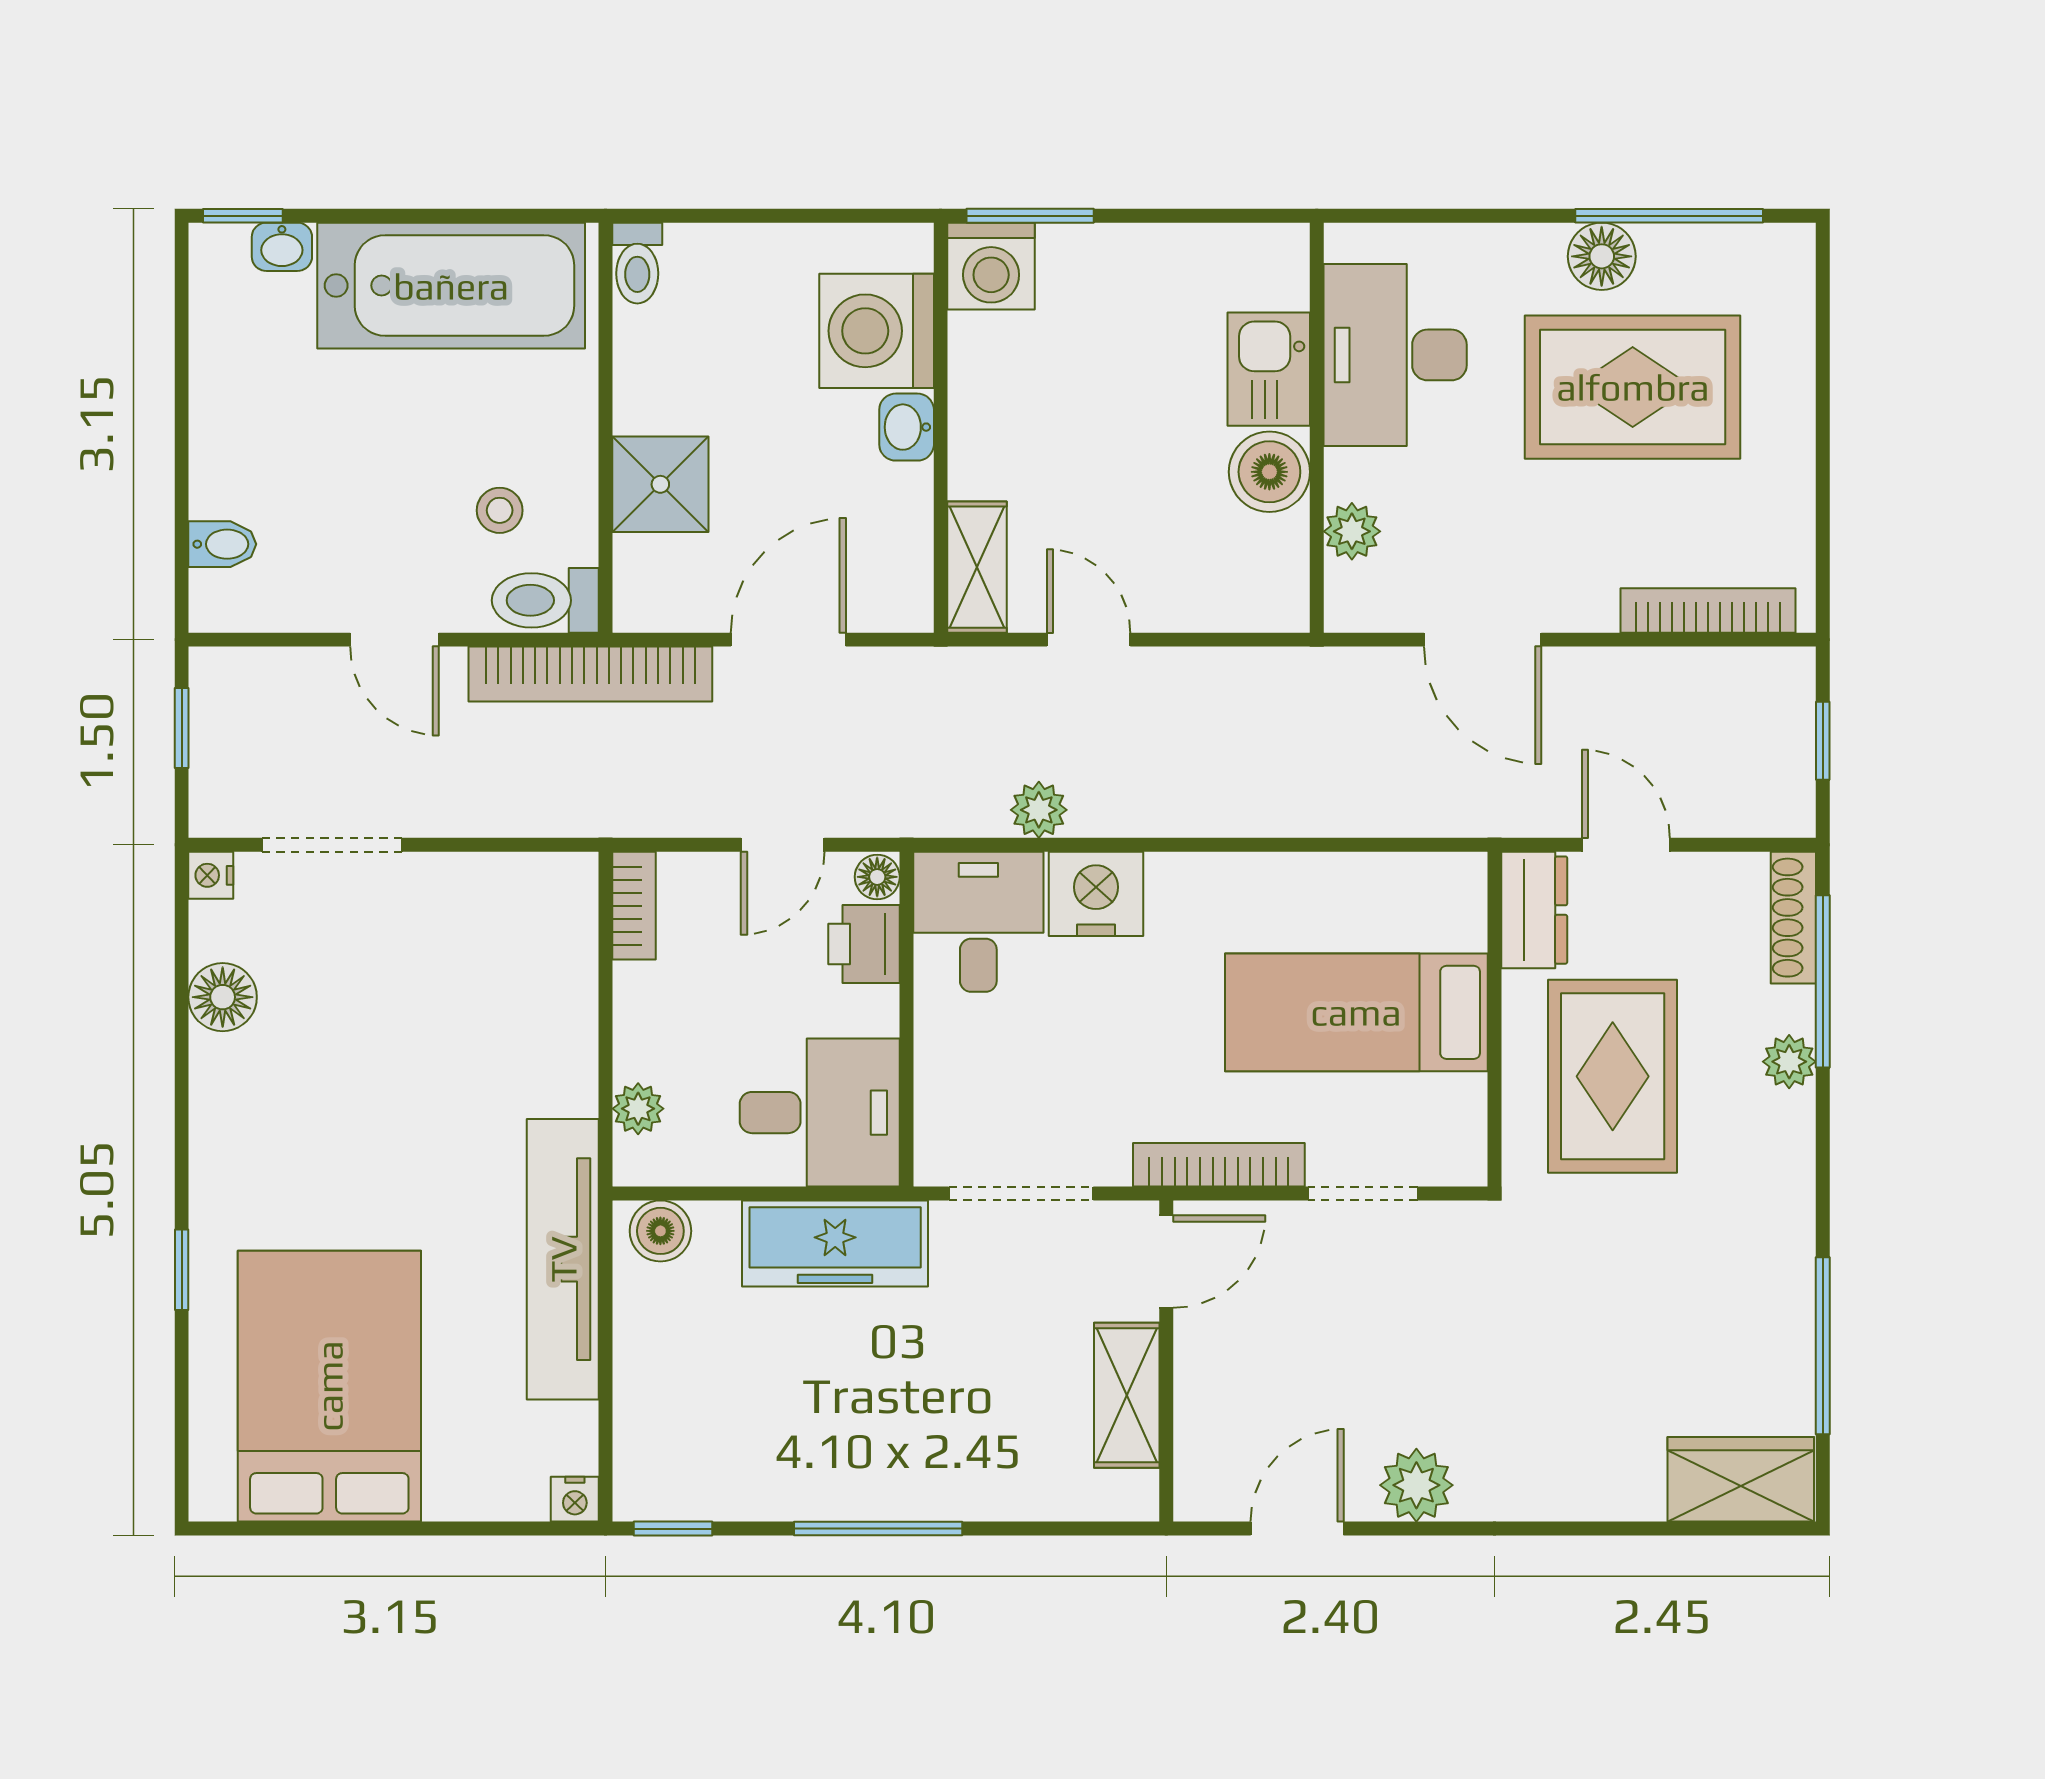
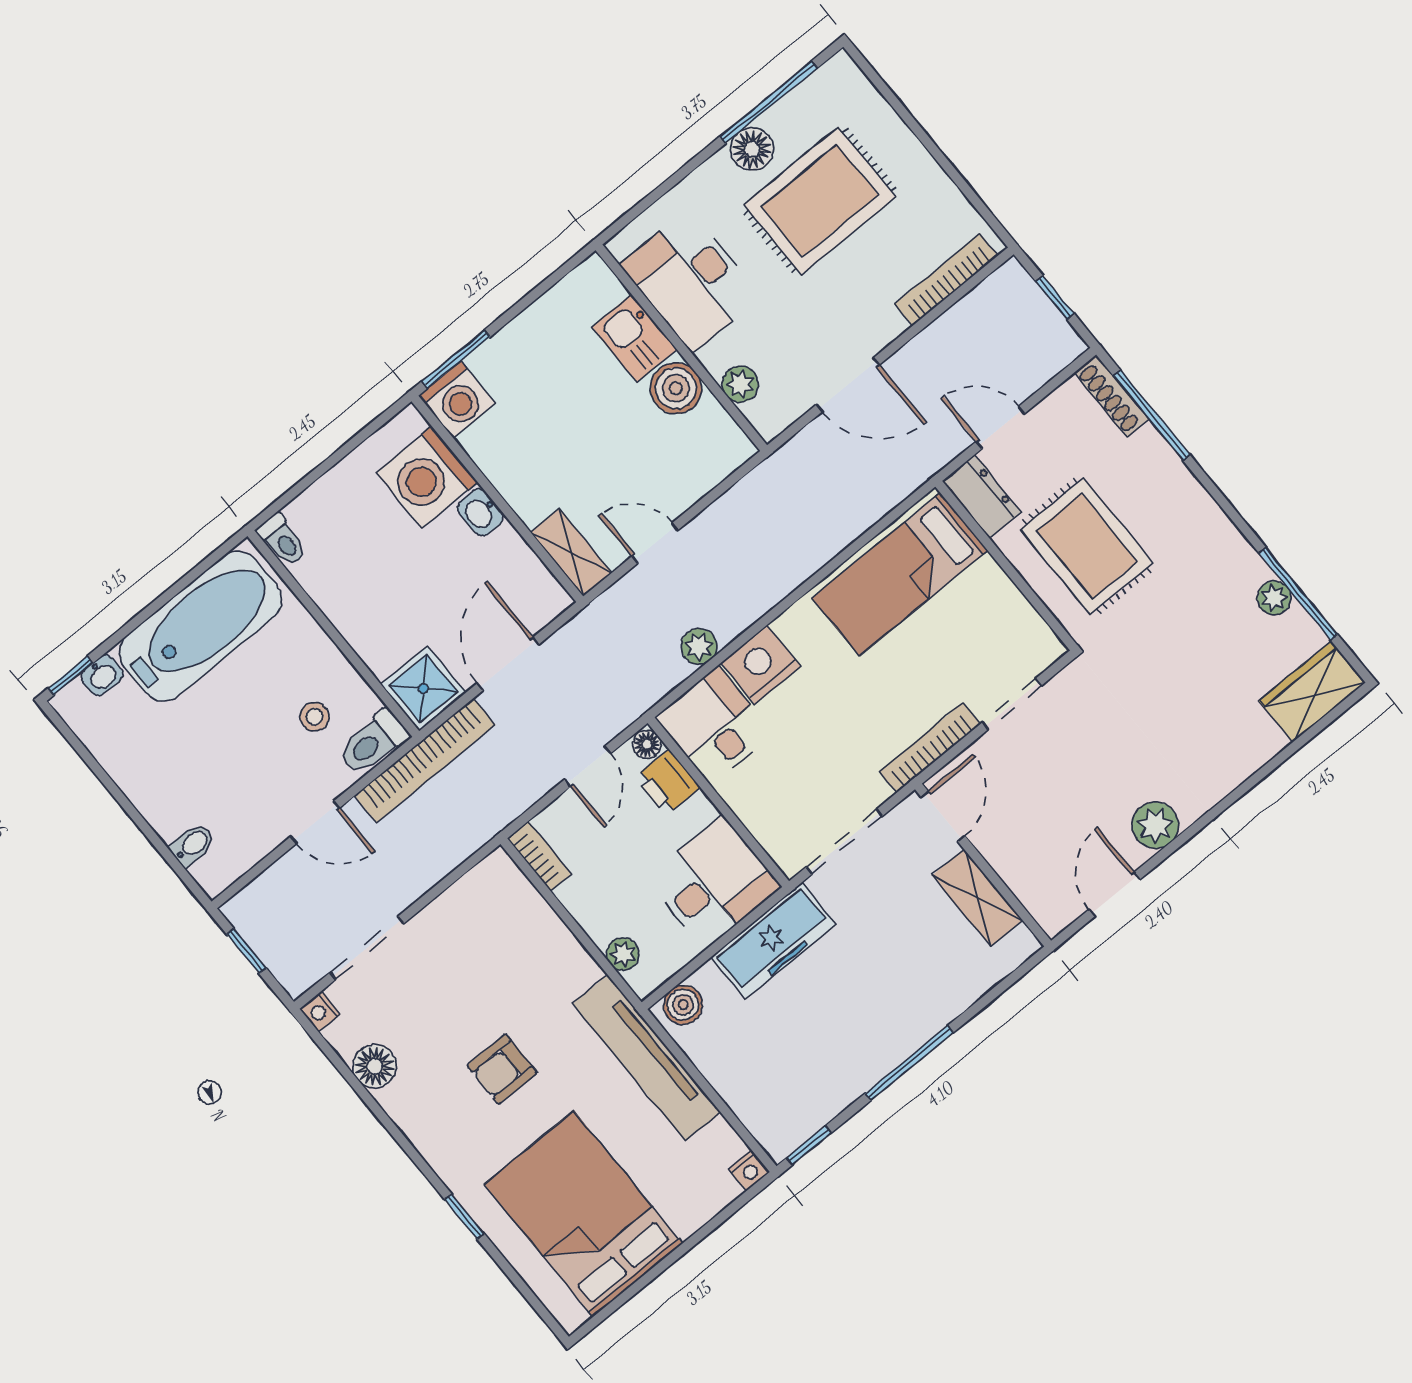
shower: (660, 484) -> (423, 689), moved
bed: (1356, 1012) -> (900, 574), moved
plant: (1789, 1062) -> (1274, 598), moved
armchair: (375, 1128) -> (502, 1069), added

